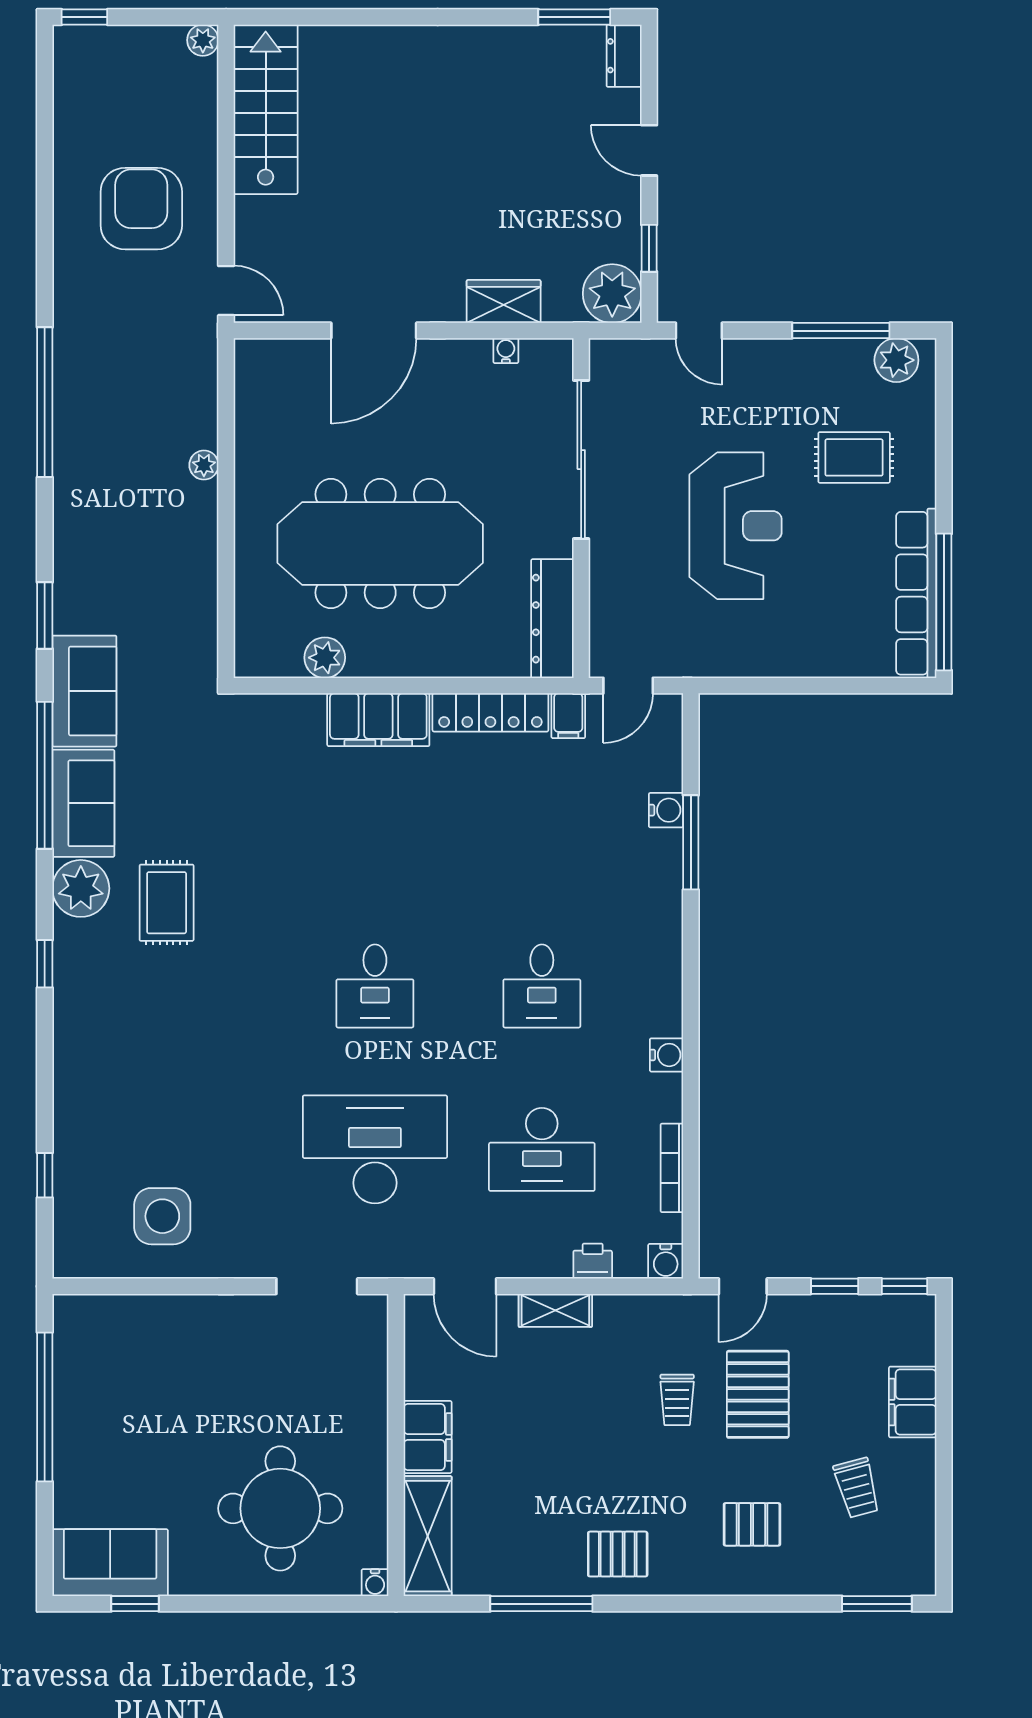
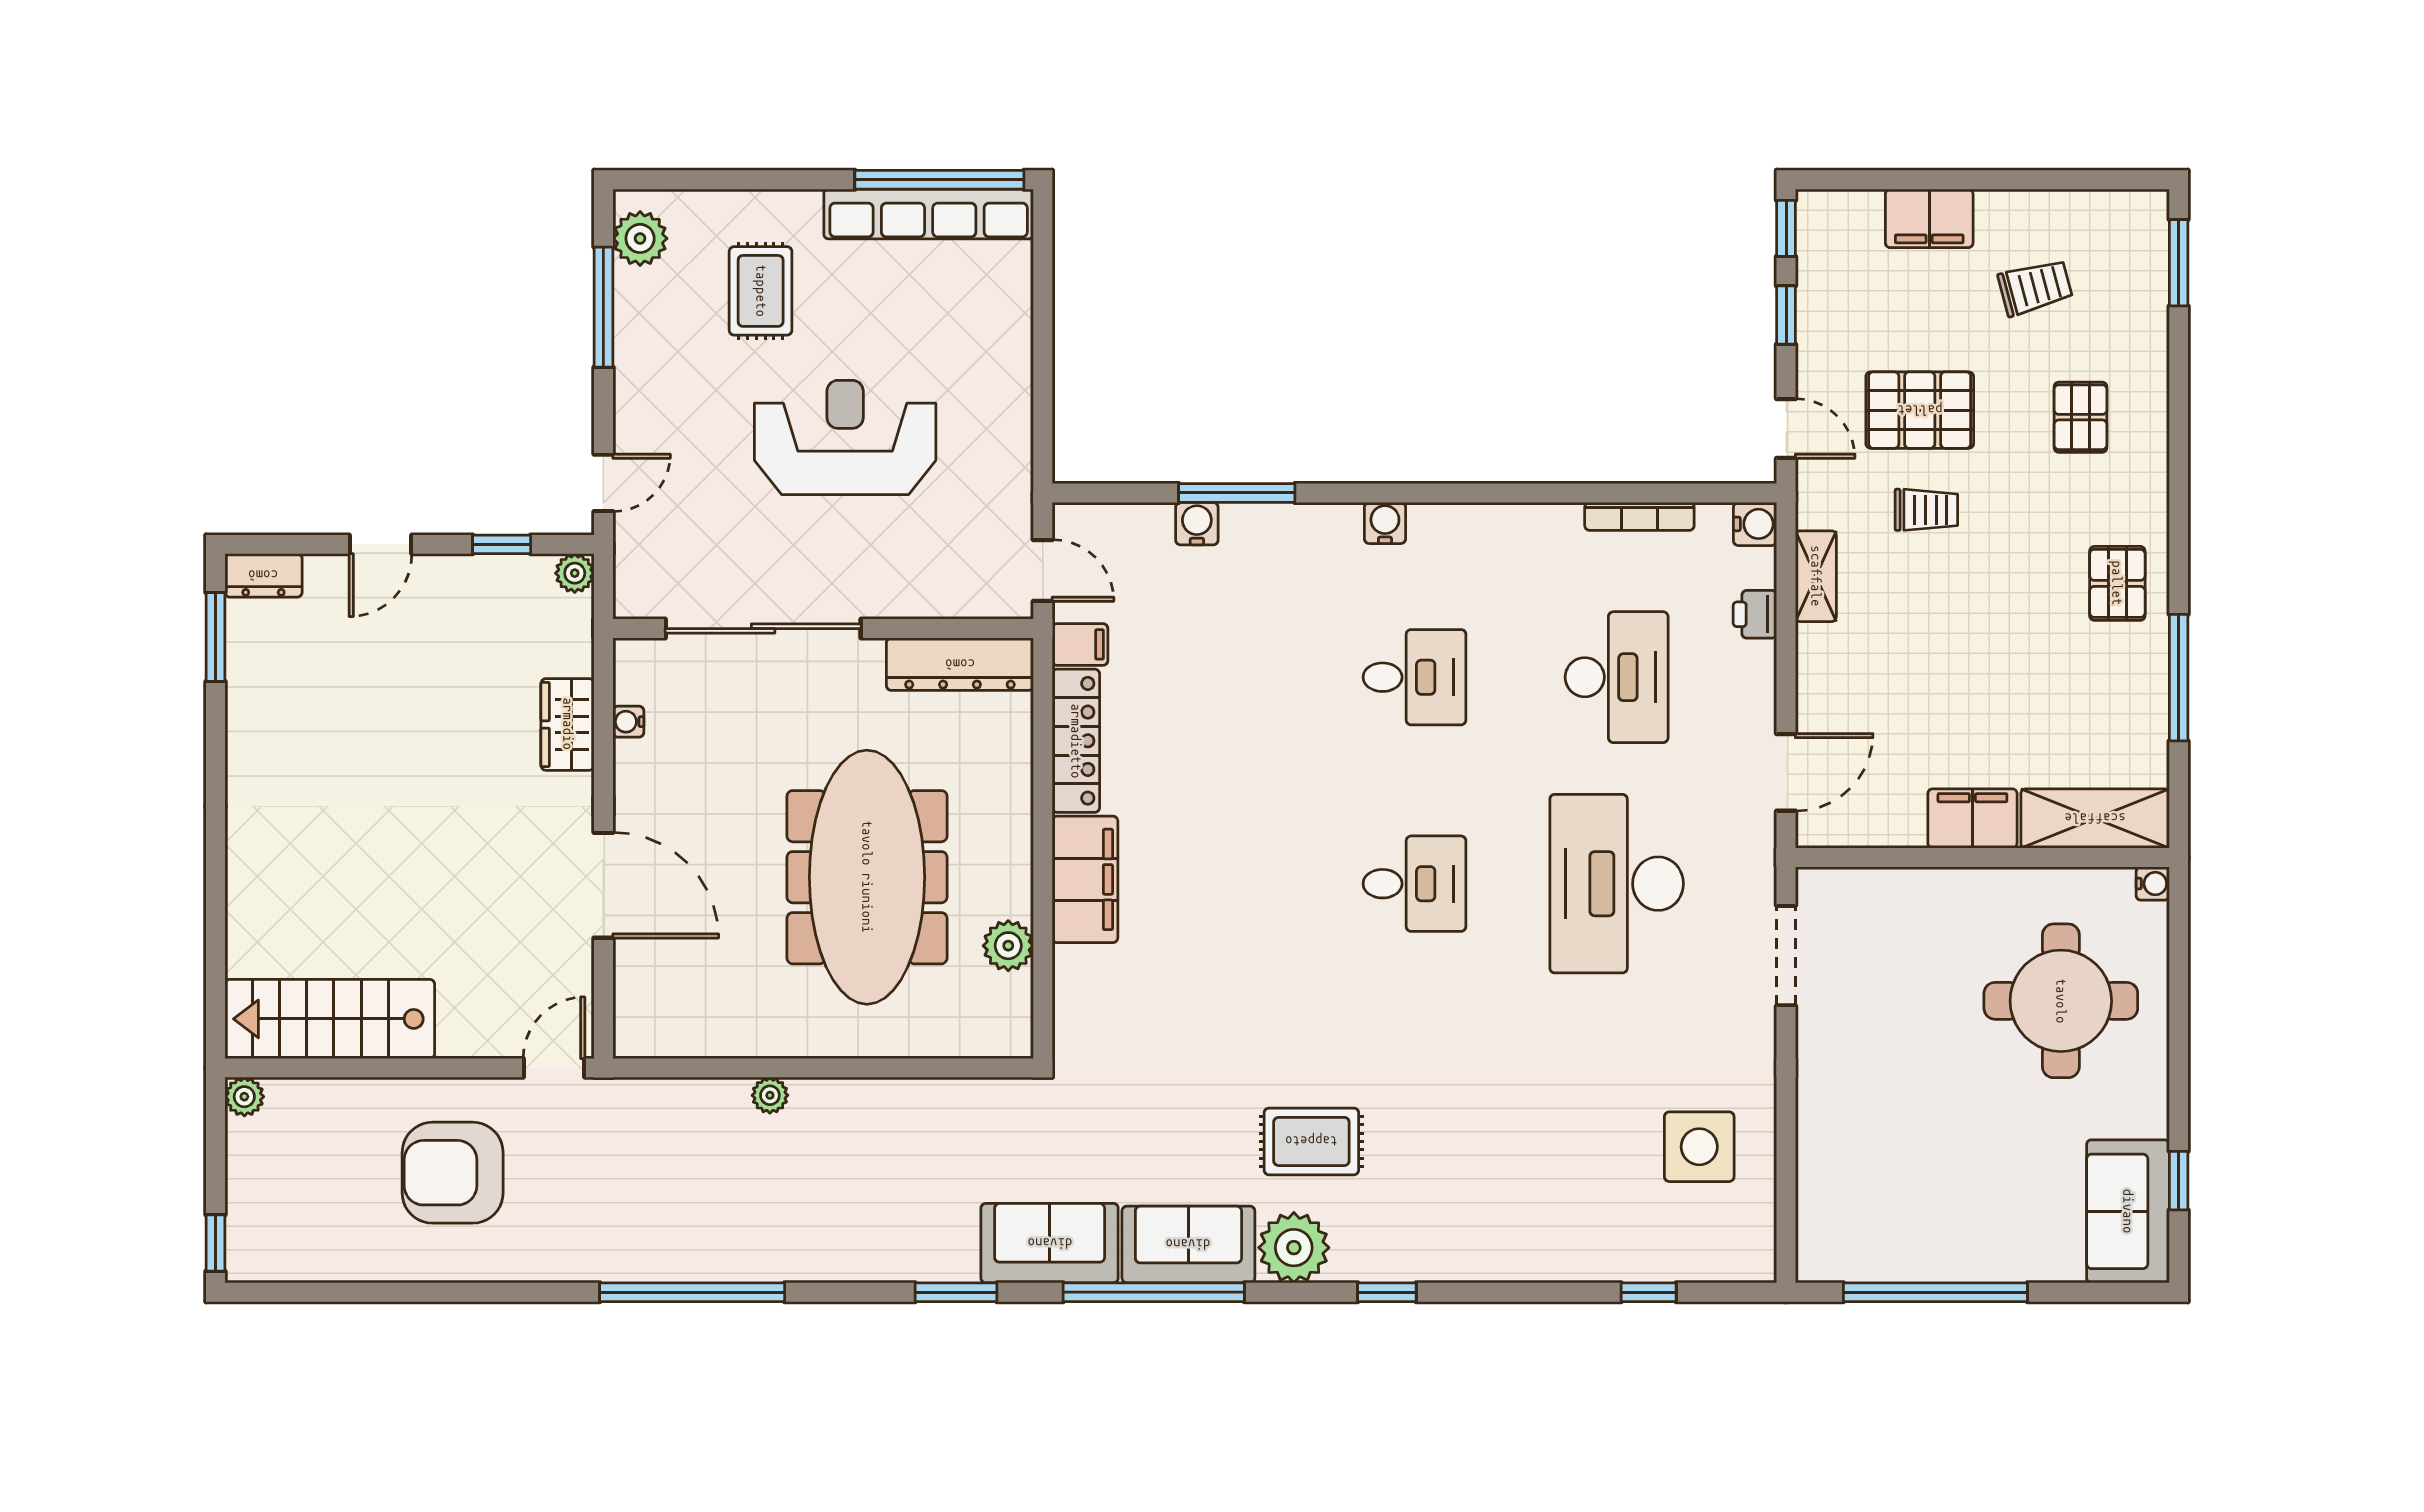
plant: (612, 294) -> (575, 573), width x0.53, depth x0.53
water cooler: (666, 1055) -> (1385, 523), moved
shelving: (555, 1310) -> (1816, 576), moved

